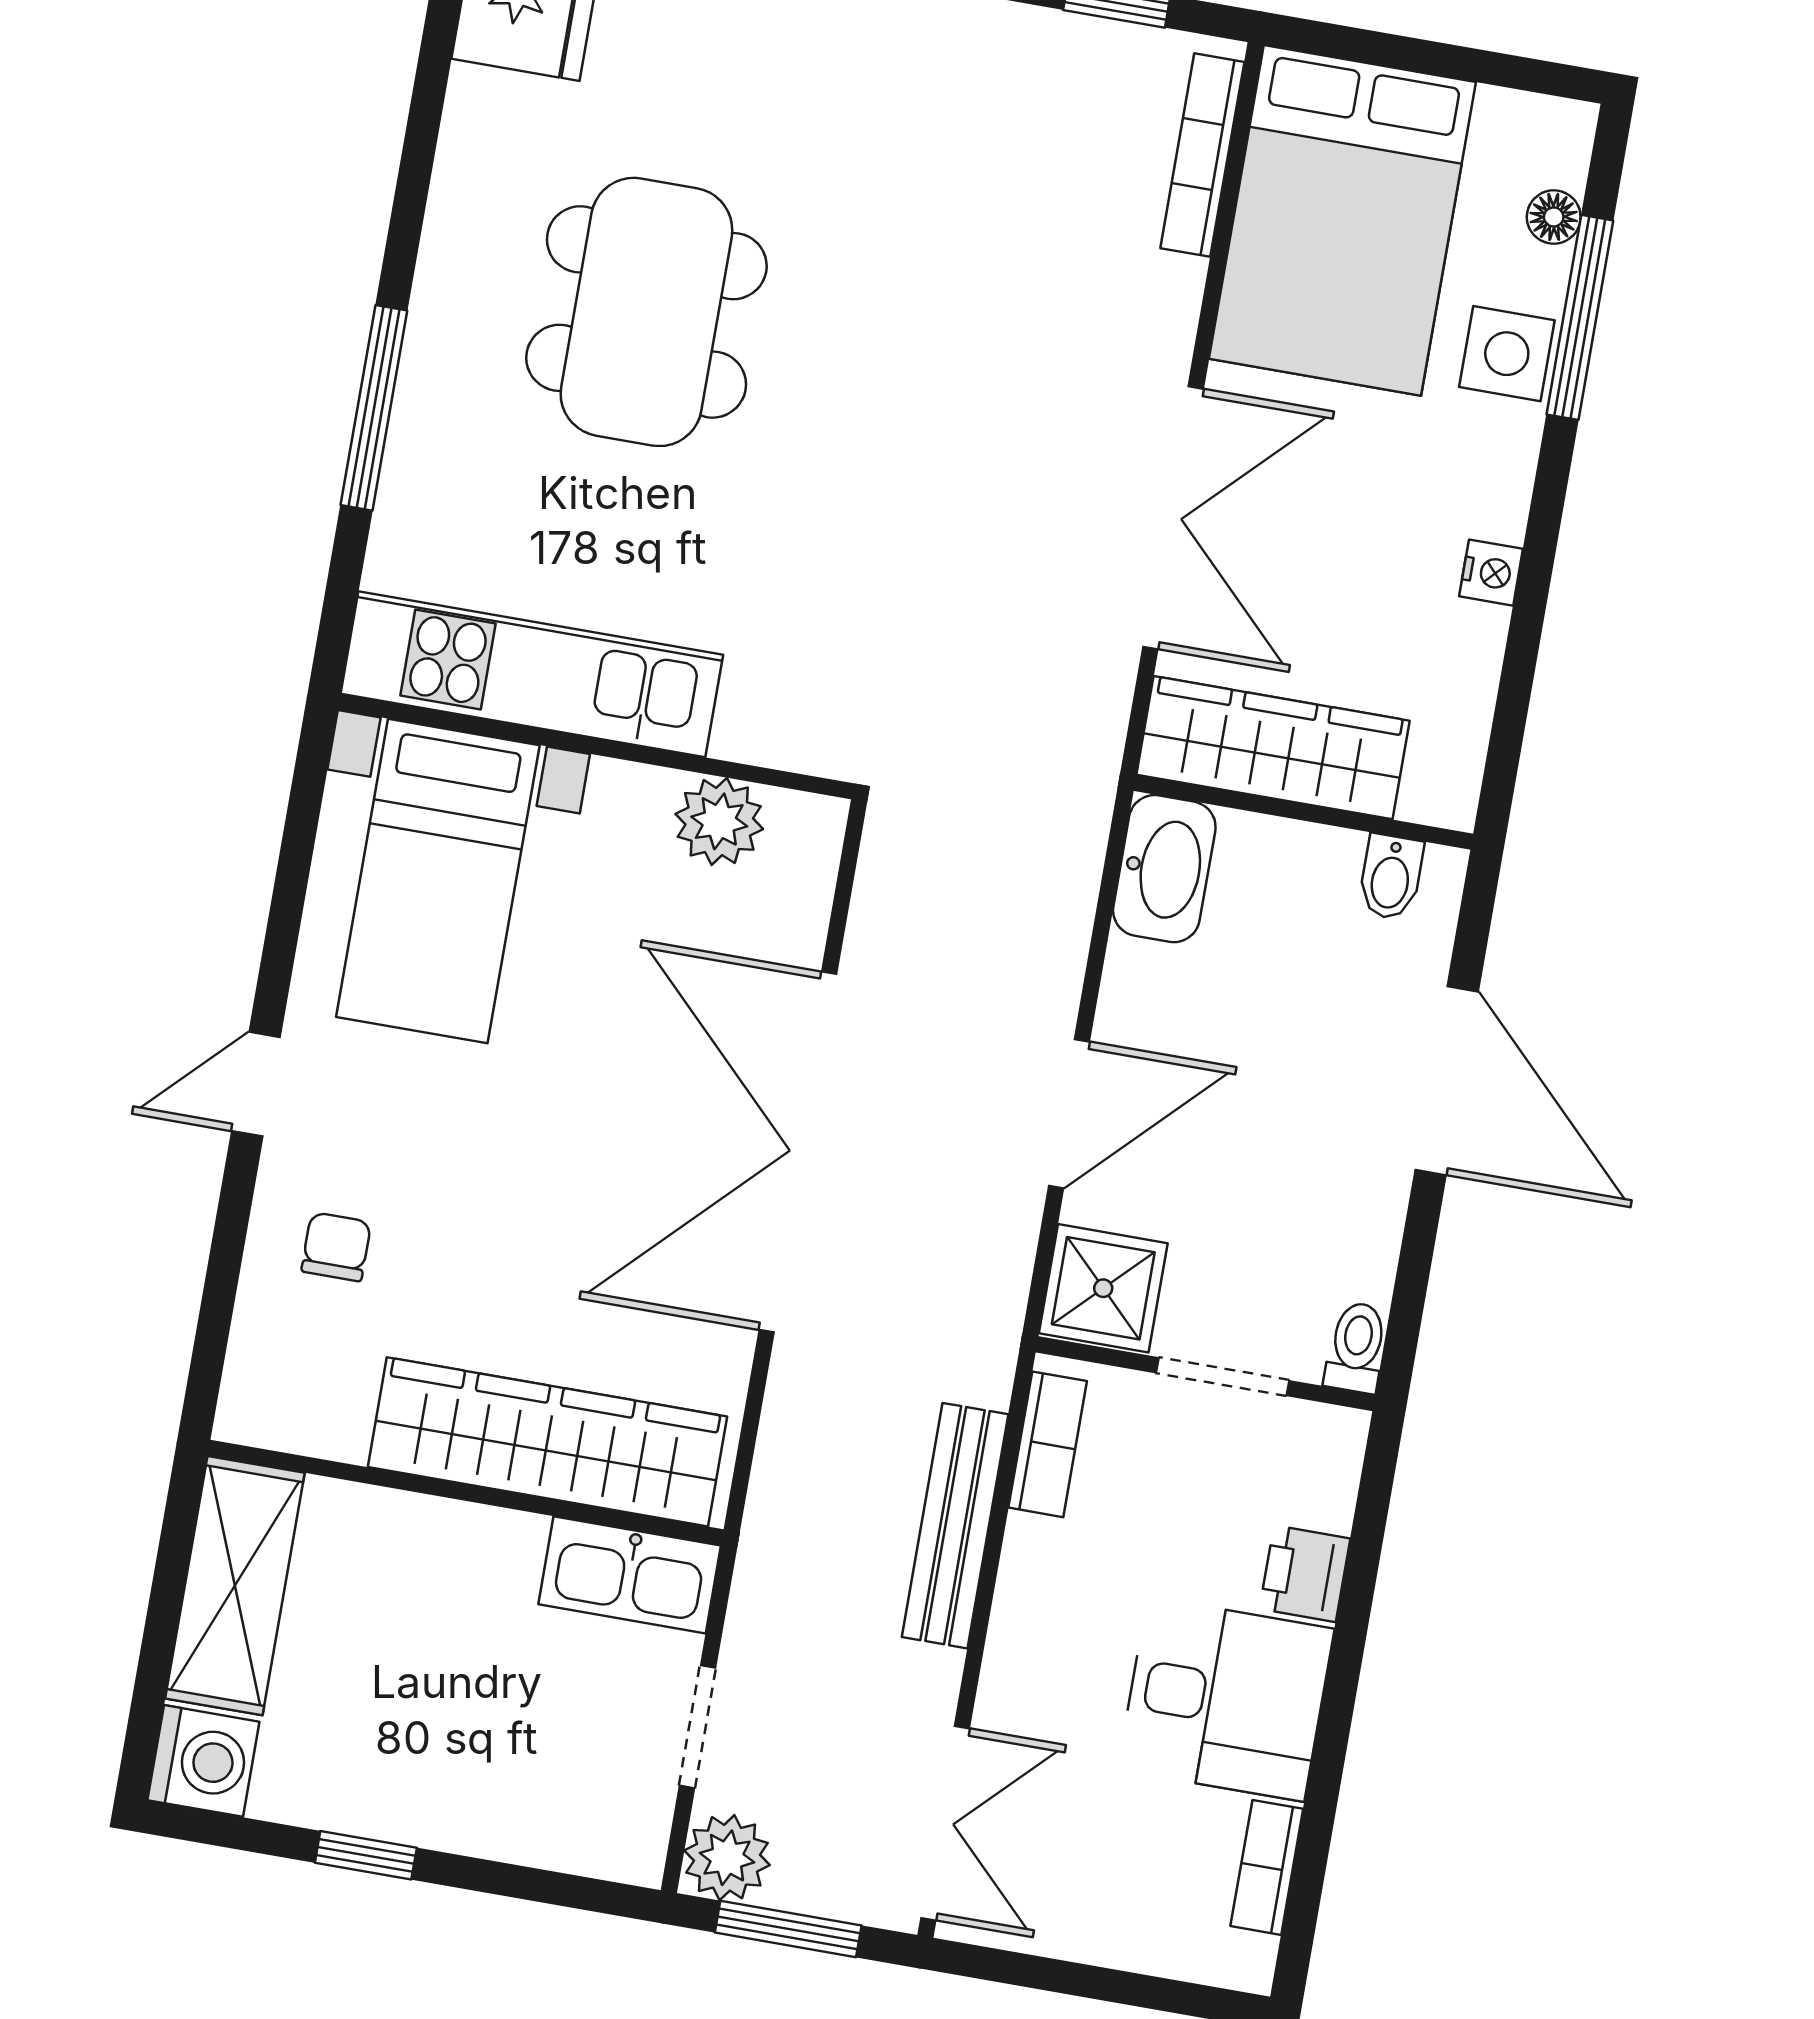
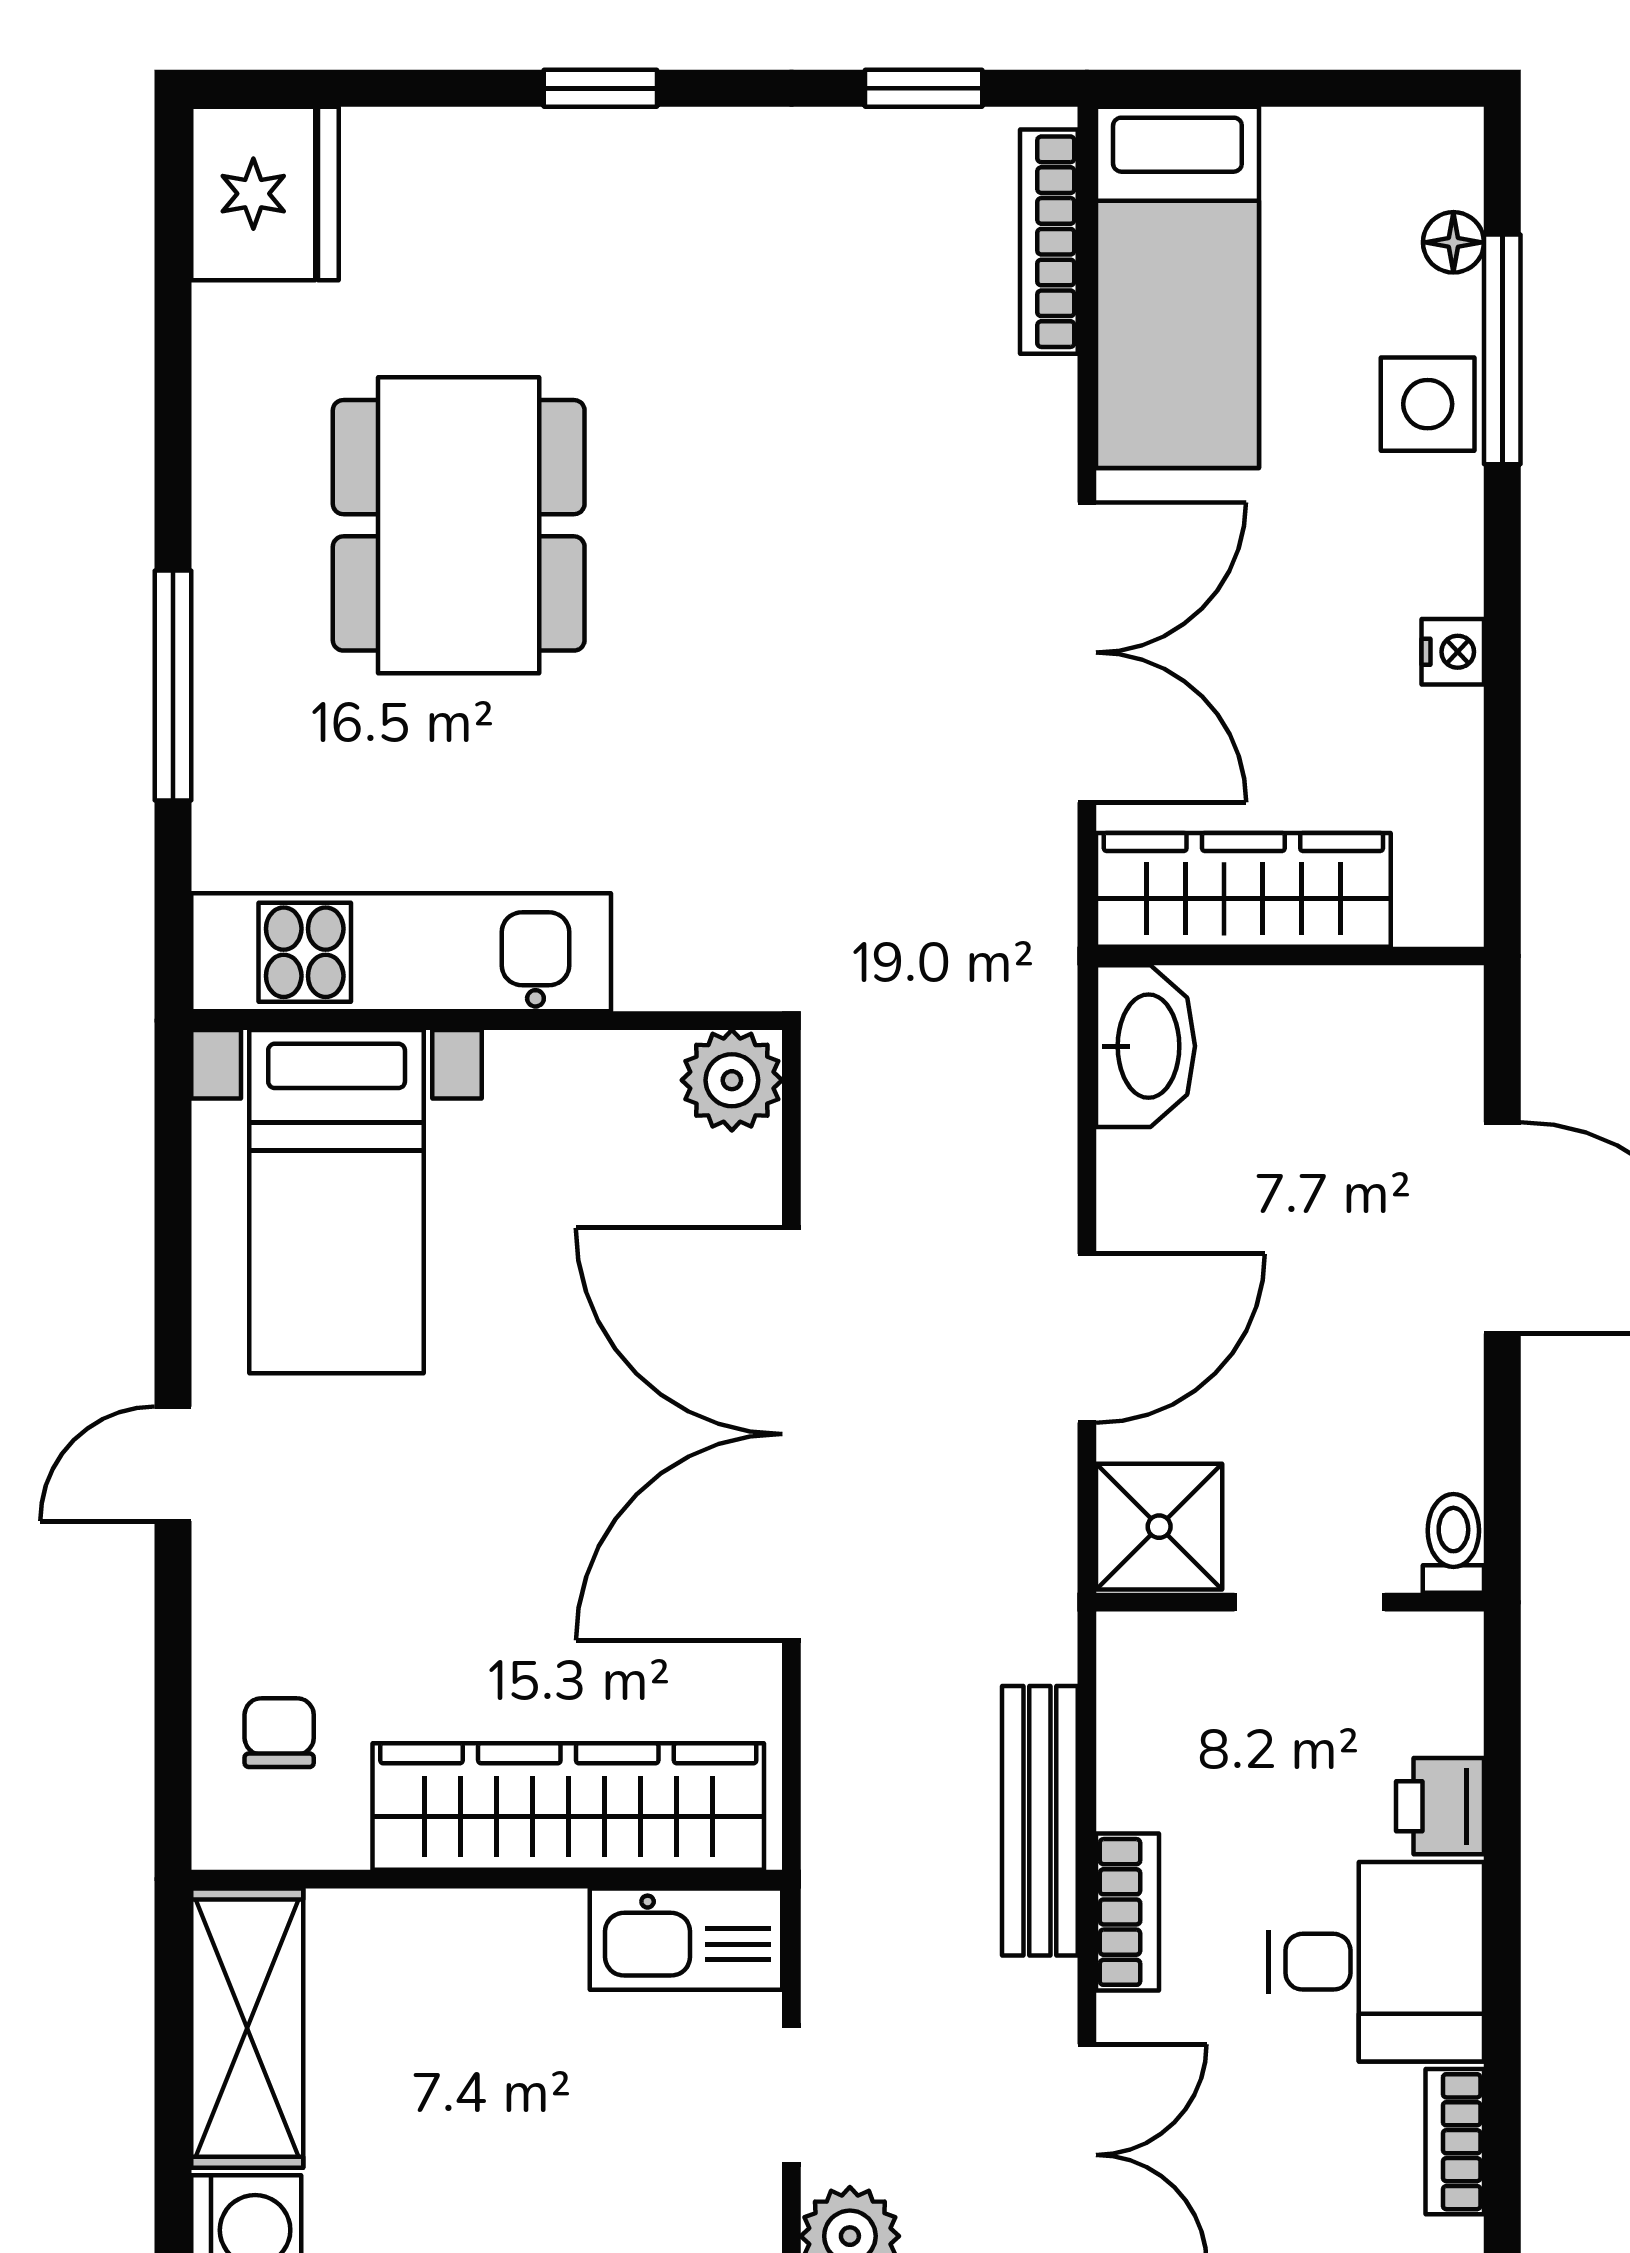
bed: (1342, 220) -> (1177, 287), width x0.67
plant: (719, 821) -> (732, 1080), moved
bidet: (1391, 877) -> (1400, 1011), removed
chair: (336, 1247) -> (279, 1733), moved
bookcase: (1048, 1444) -> (1128, 1912), moved

